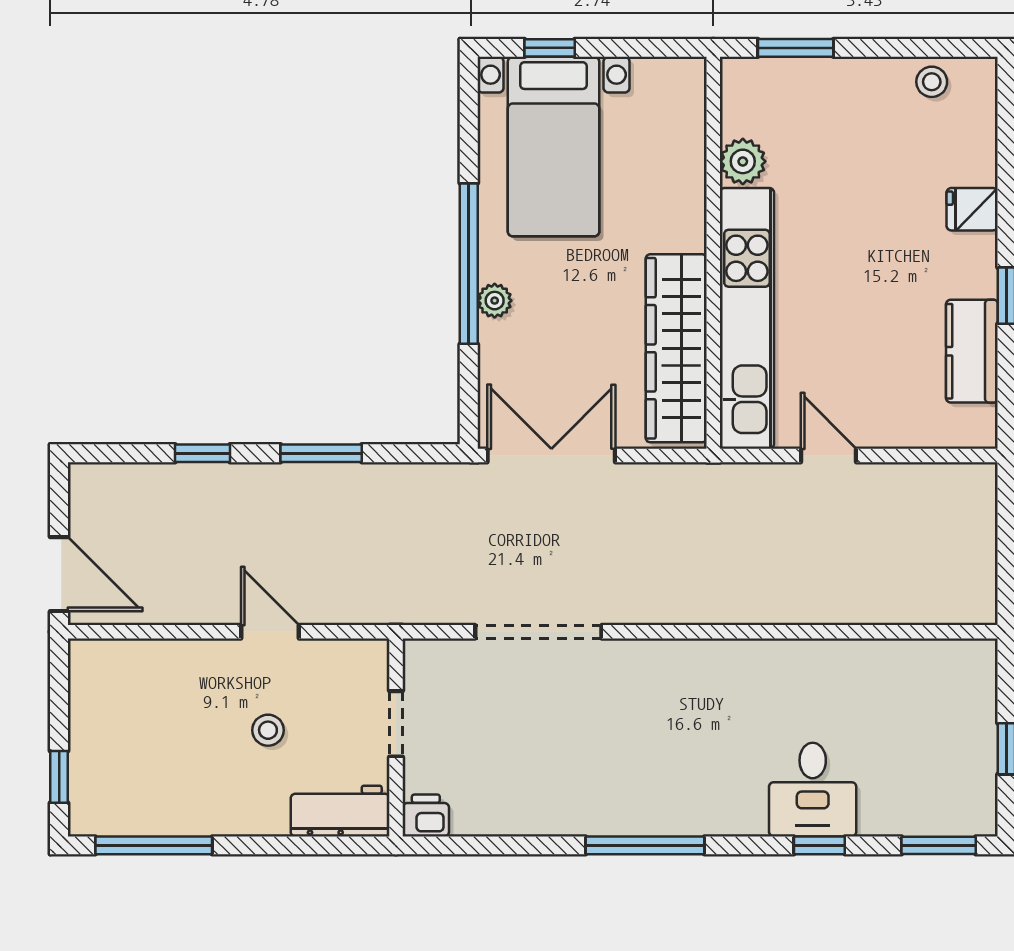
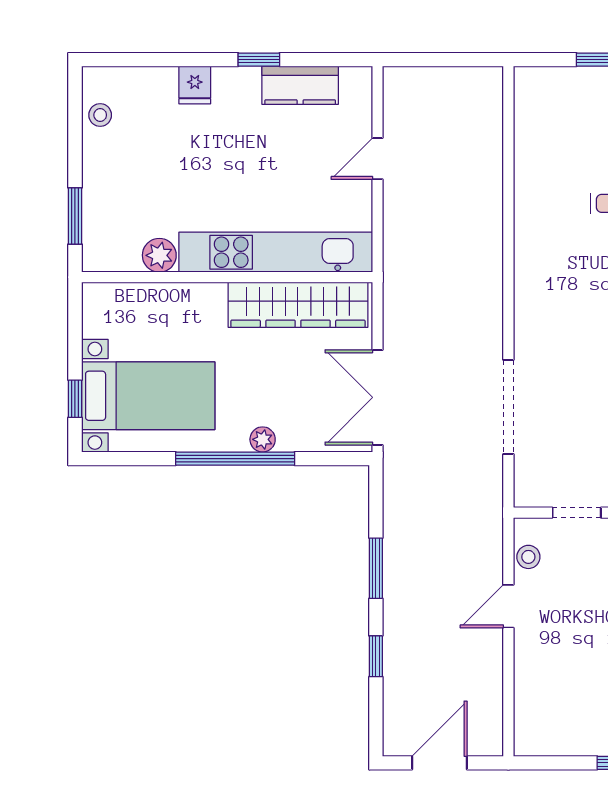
door: (829, 455) -> (378, 159), moved
door: (59, 574) -> (439, 763), moved
stool: (268, 730) -> (528, 557), moved

